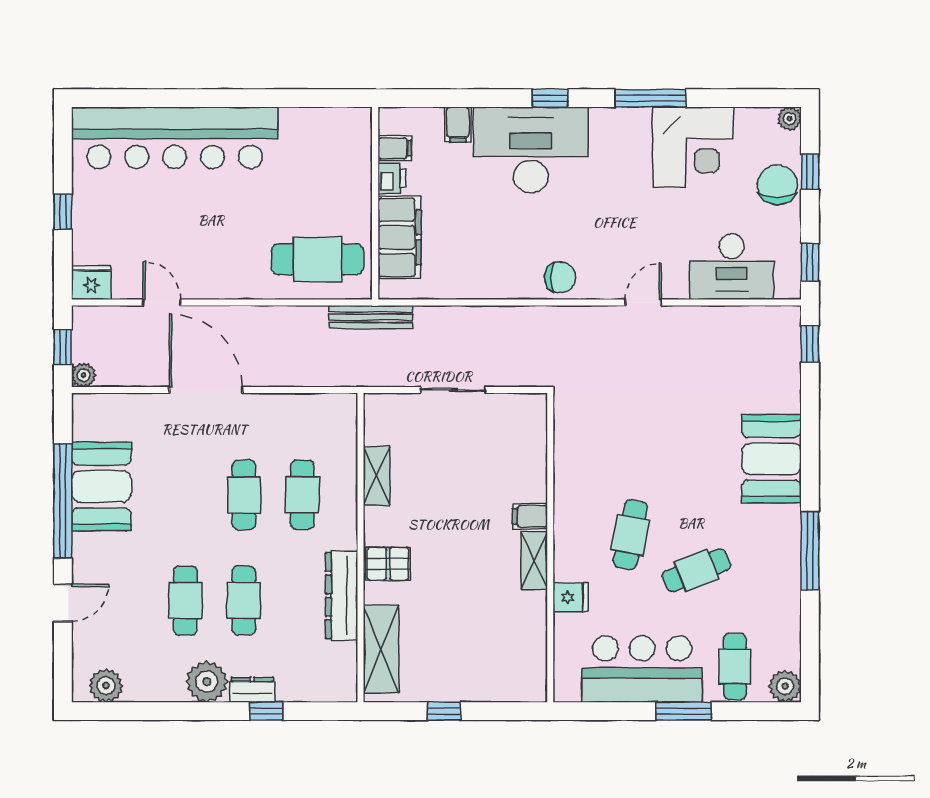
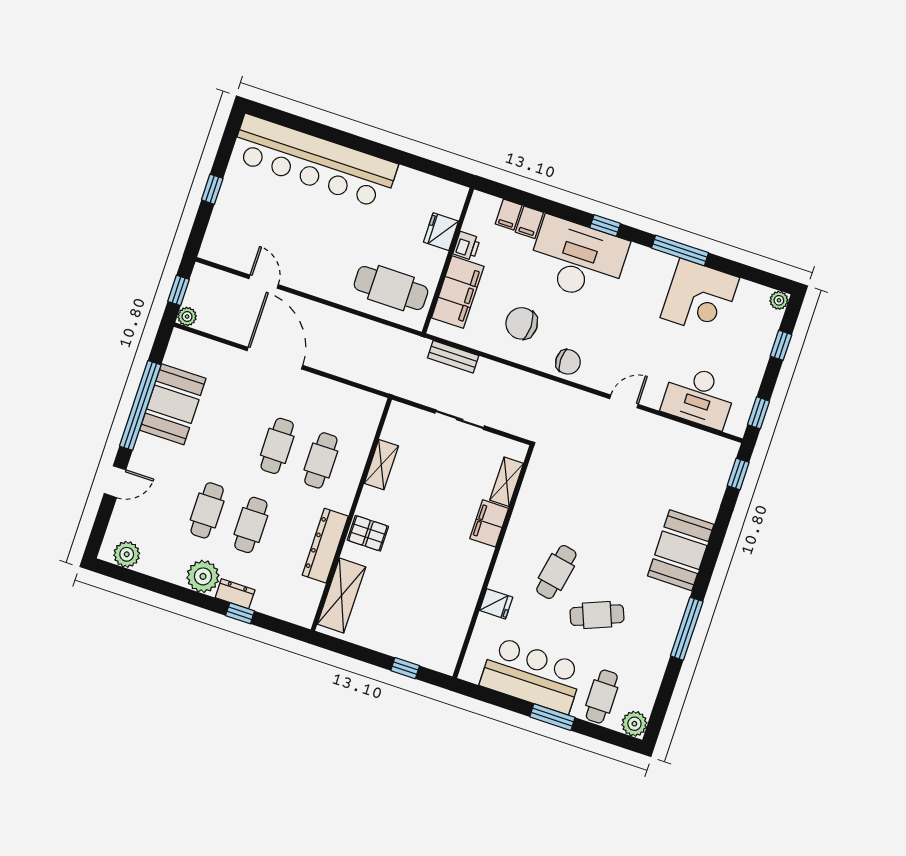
filing cabinet: (395, 148) -> (509, 215), moved, turned 90
chair: (777, 185) -> (522, 323), moved, turned -90
fridge: (91, 283) -> (441, 232), moved, turned -90
bench: (371, 317) -> (453, 357), moved, width x0.73
filing cabinet: (530, 516) -> (489, 523), width x2.00
shelving: (534, 561) -> (507, 482), moved
window: (444, 711) -> (405, 668), moved

